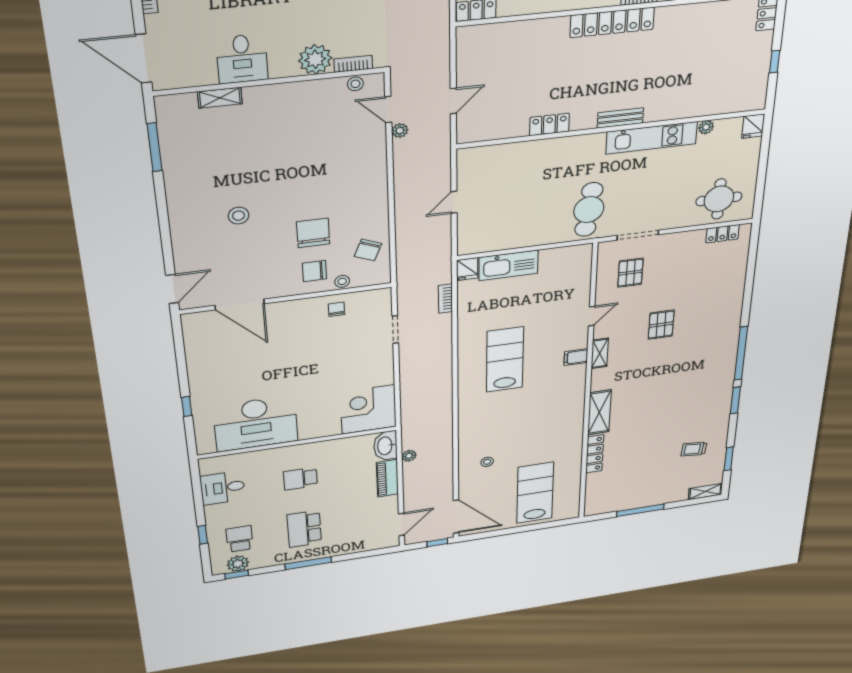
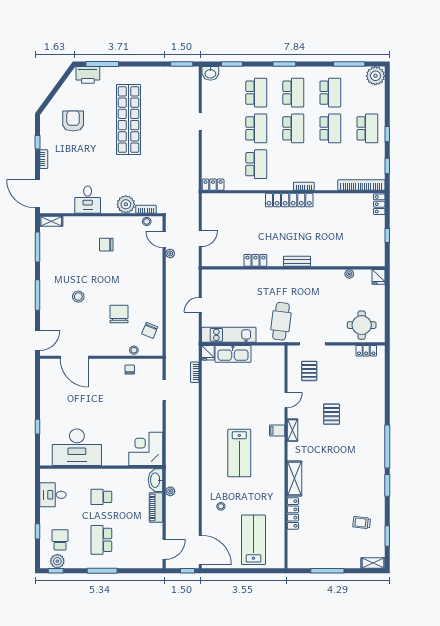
shelving: (220, 98) -> (51, 221), moved
kitchen unit: (652, 138) -> (229, 335), moved, turned 180
window: (164, 222) -> (38, 295), added
chair: (314, 271) -> (106, 245), moved
lab bench: (505, 360) -> (239, 453), moved, turned 180

